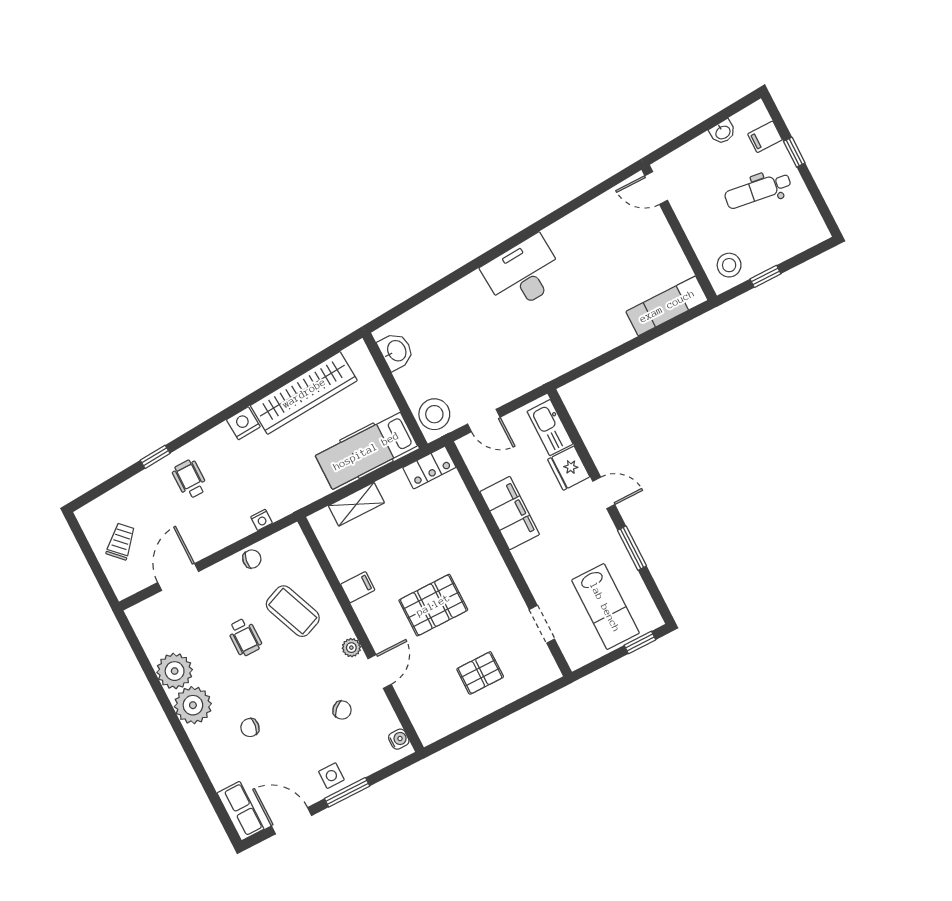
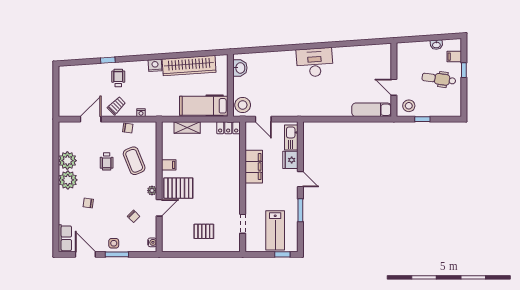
door: (656, 188) -> (394, 87), moved
trolley: (121, 541) -> (117, 106), moved
pallet: (433, 605) -> (178, 188), moved

